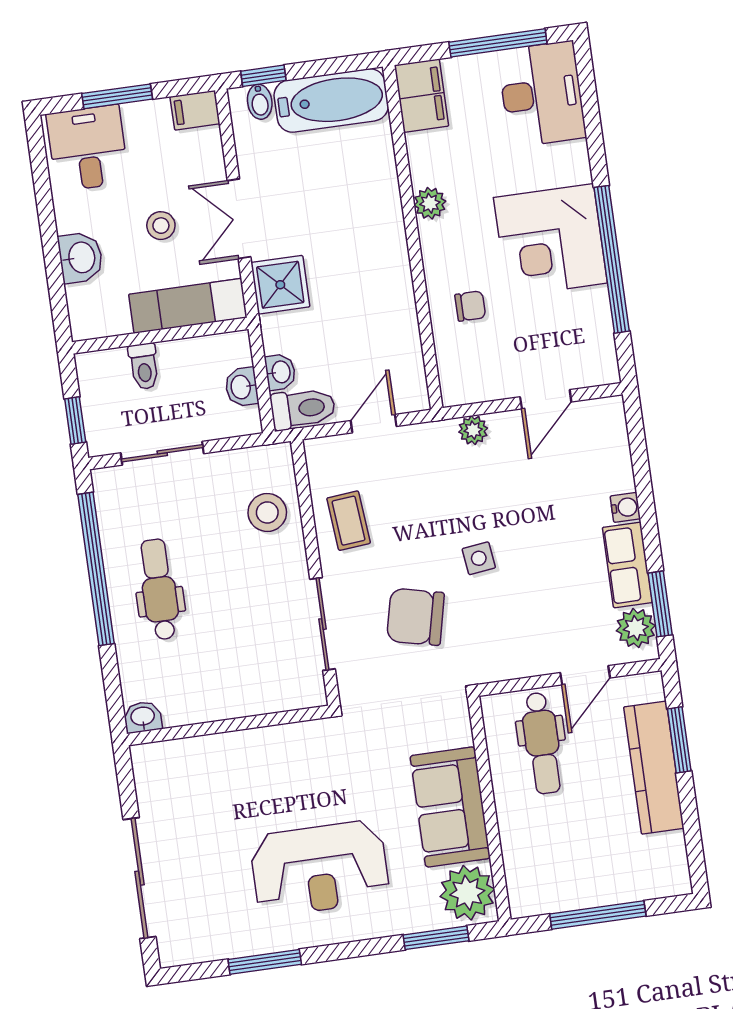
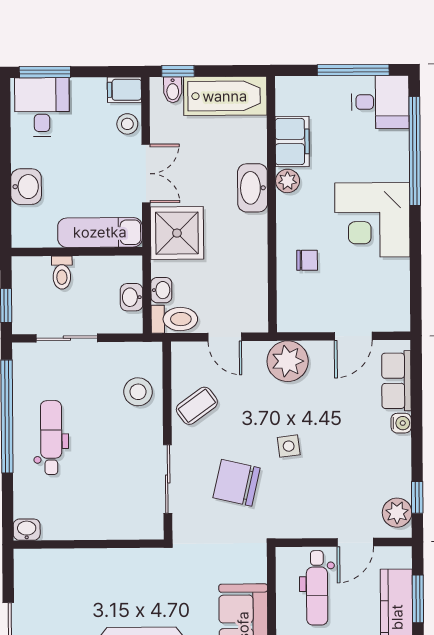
desk: (542, 94) -> (380, 102), width x0.73
window: (117, 96) -> (45, 72), moved
filing cabinet: (421, 96) -> (292, 142), moved
double door: (239, 219) -> (146, 174), swing flipped
washbasin: (384, 219) -> (253, 188), added
stool: (161, 226) -> (127, 124), moved
window: (612, 259) -> (415, 151), moved
shower: (280, 285) -> (177, 233), width x1.36, depth x1.36
door: (374, 424) -> (225, 337), swing flipped
plant: (473, 430) -> (288, 361), width x1.87, depth x1.87
coffee table: (349, 521) -> (197, 406), turned 59
row of seats: (627, 565) -> (396, 381), moved
window: (660, 604) -> (417, 497), width x0.67

